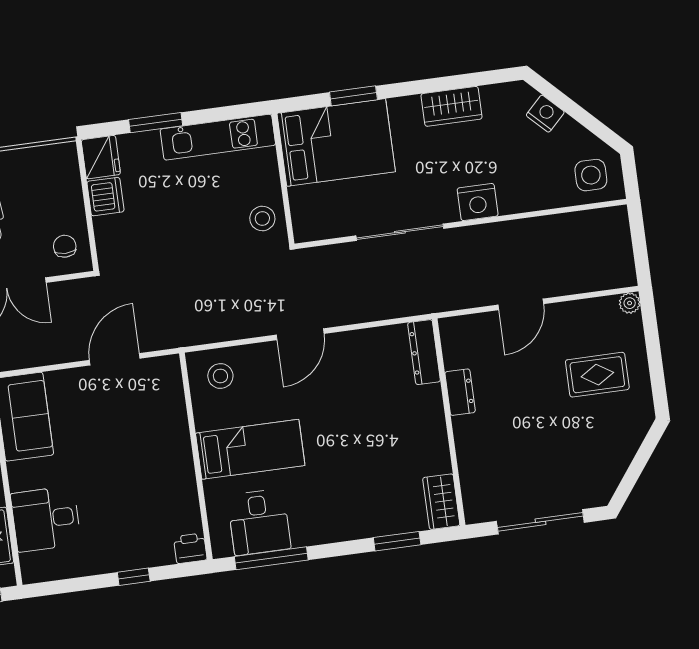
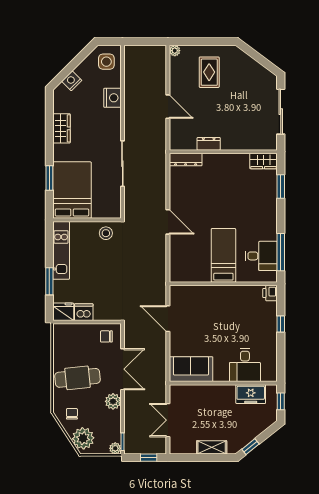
nightstand: (478, 202) -> (112, 98), moved
stool: (220, 376) -> (184, 266), removed

